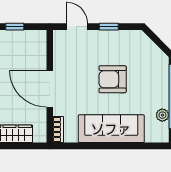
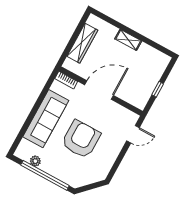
window: (109, 27) -> (120, 157), removed
armchair: (113, 79) -> (81, 139), width x1.36, depth x1.36

